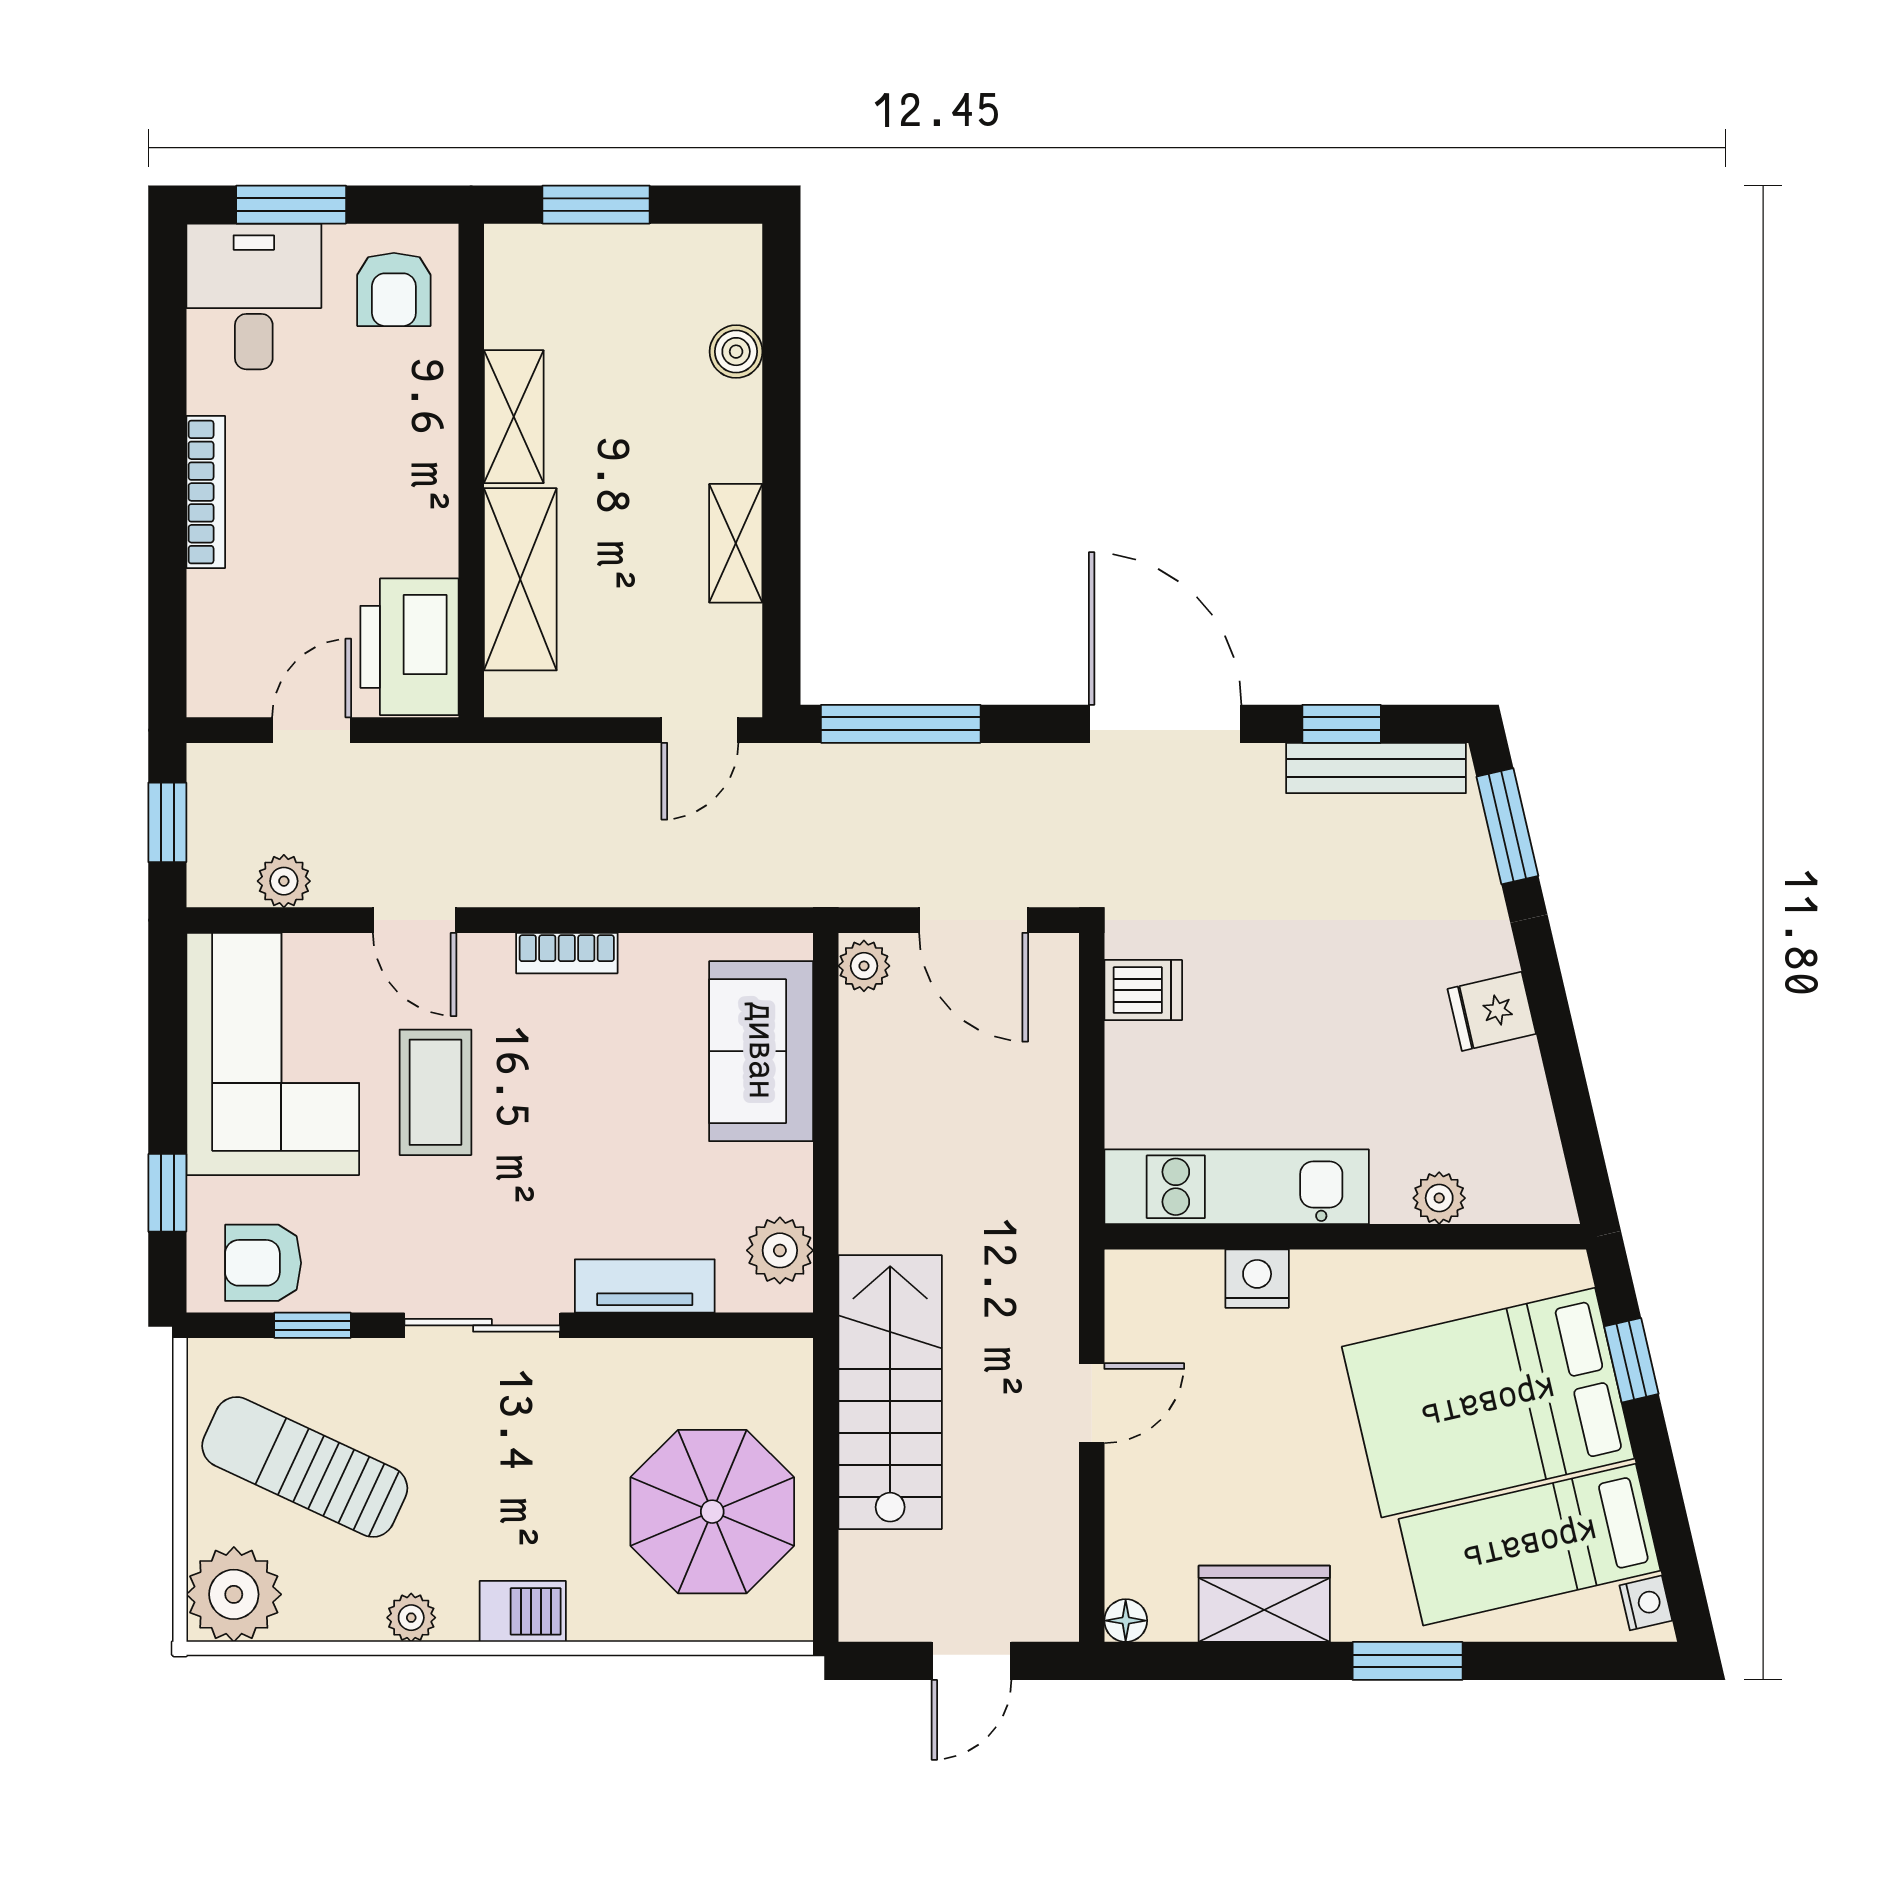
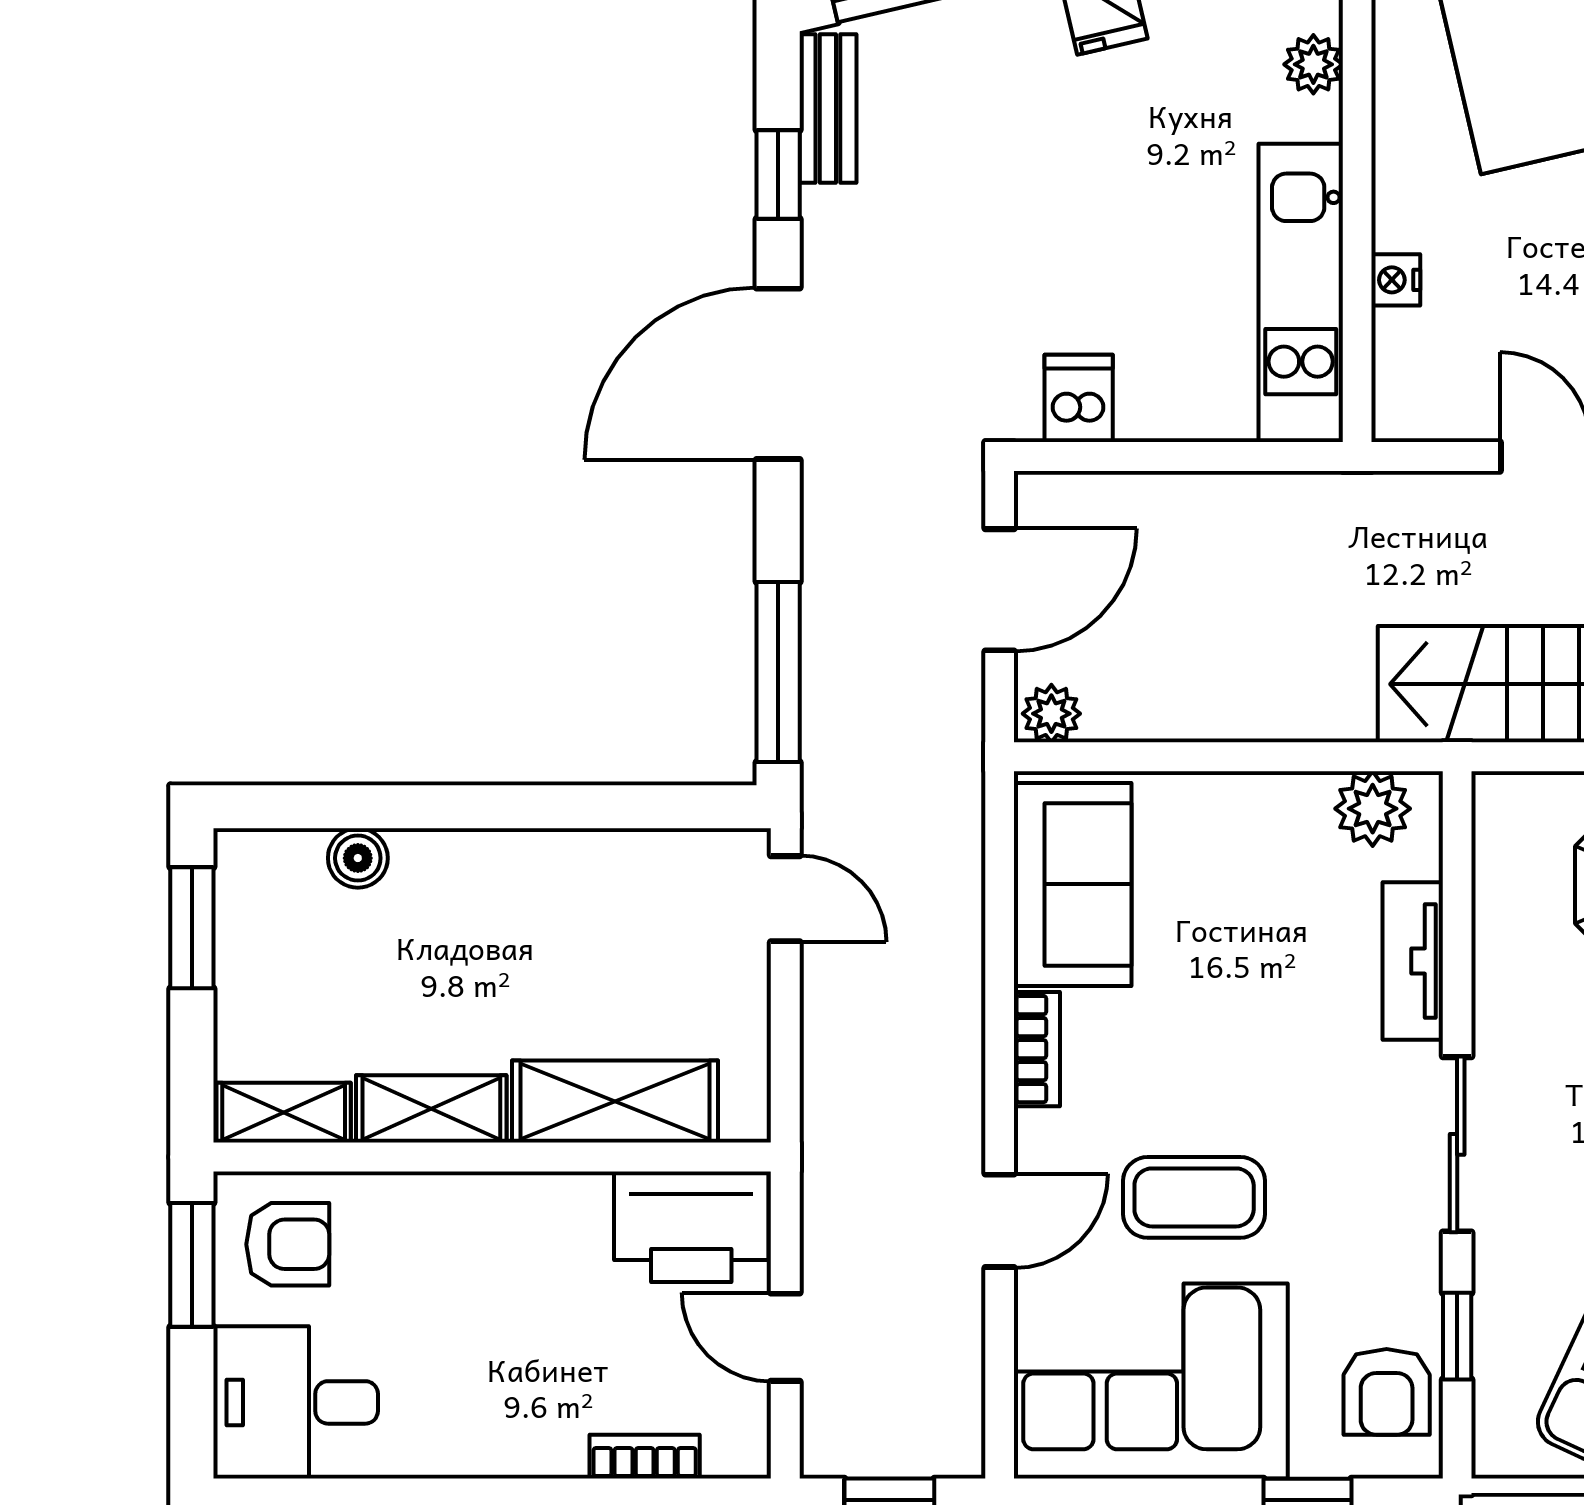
window: (291, 205) -> (192, 1265), moved
window: (596, 205) -> (192, 928), moved
bookcase: (206, 492) -> (645, 1457), moved, width x0.64
shelving: (736, 543) -> (284, 1113), moved
bench: (1376, 768) -> (828, 109), width x0.73
plant: (284, 881) -> (956, 1369), removed
sofa: (761, 1051) -> (1073, 884), moved, turned -90
nightstand: (1257, 1279) -> (1396, 280), width x0.72, depth x0.74

